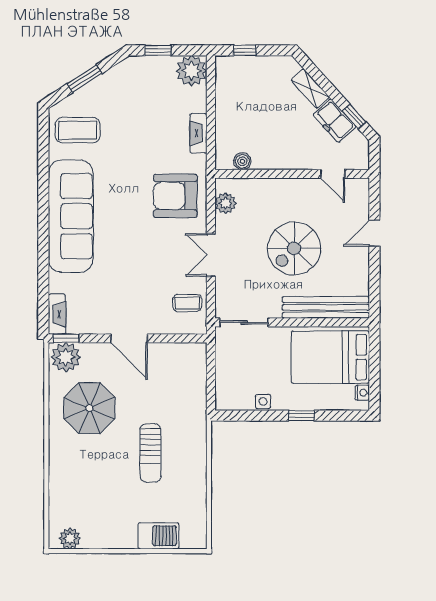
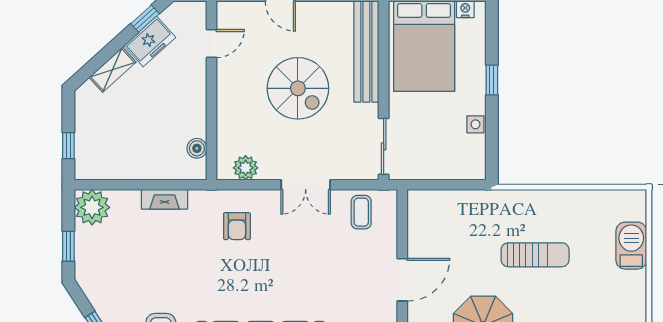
armchair: (175, 196) -> (237, 226), width x0.53, depth x0.53

